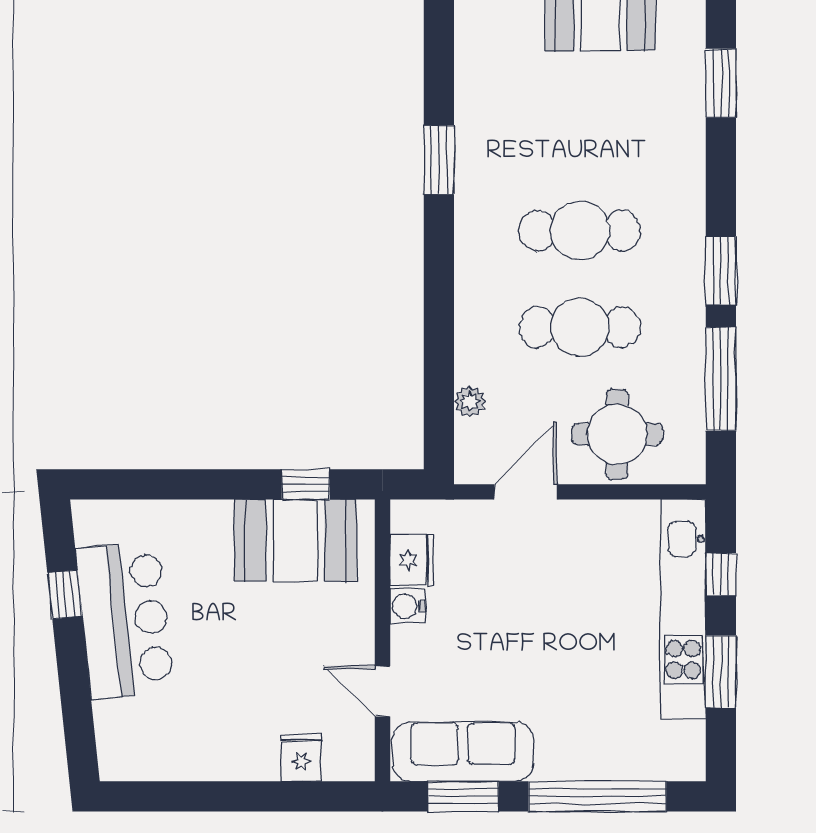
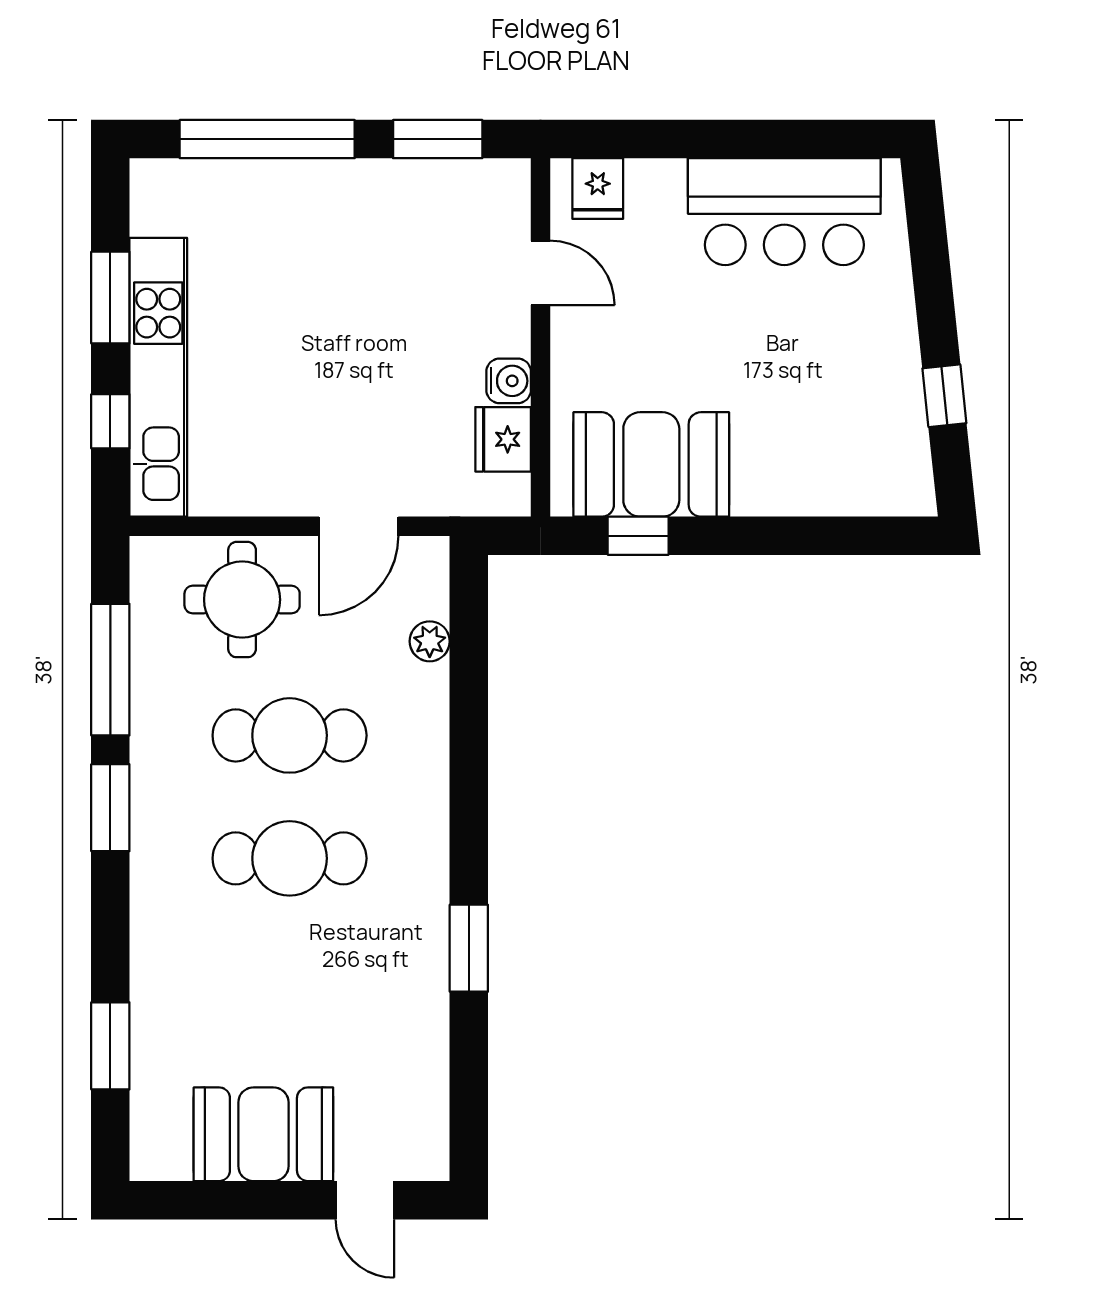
bar counter: (125, 620) -> (784, 212), moved, turned -84
sofa: (463, 752) -> (438, 196), removed
fridge: (301, 758) -> (598, 188), moved

